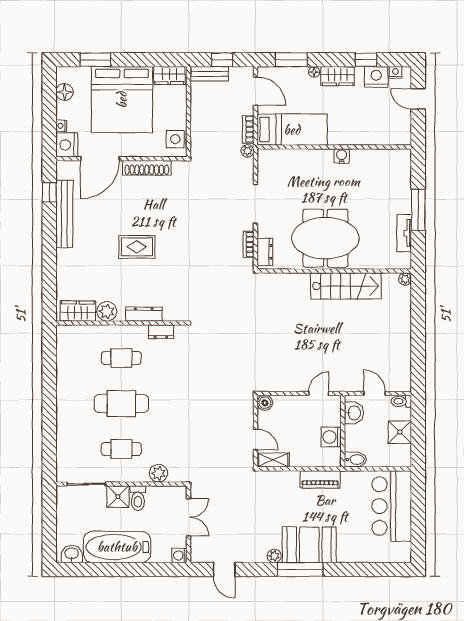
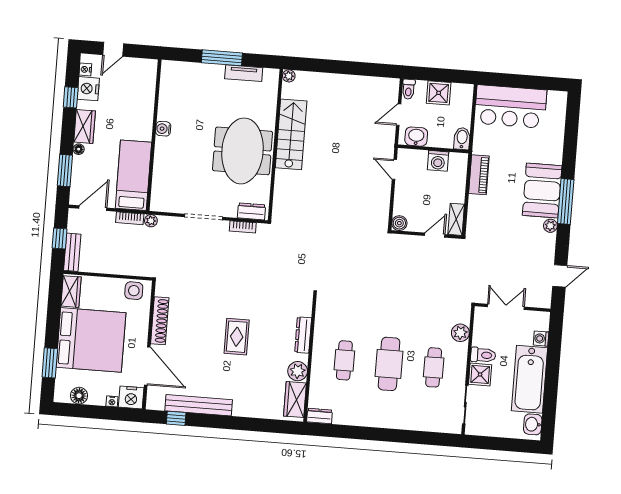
dresser: (161, 332) -> (320, 416), moved, turned -90
washing machine: (179, 555) -> (541, 339), moved, turned 90

